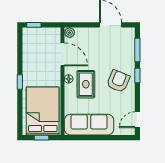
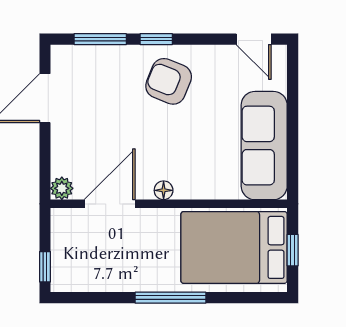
window: (20, 82) -> (171, 298), width x2.17
rug: (86, 84) -> (175, 153), removed

